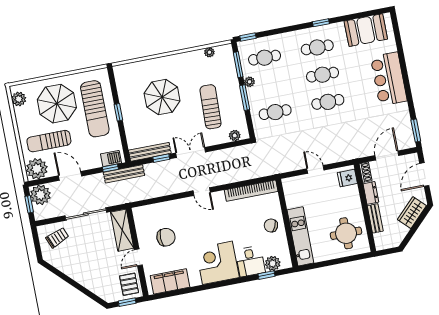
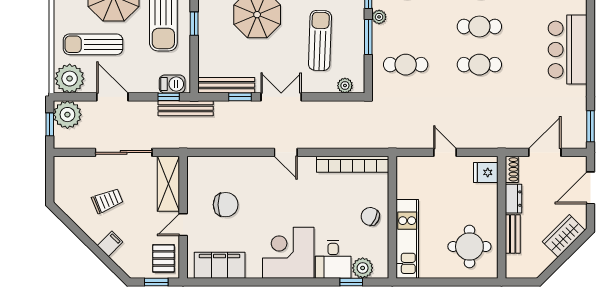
trolley: (57, 238) -> (107, 201), moved
filing cabinet: (89, 281) -> (110, 244), added

